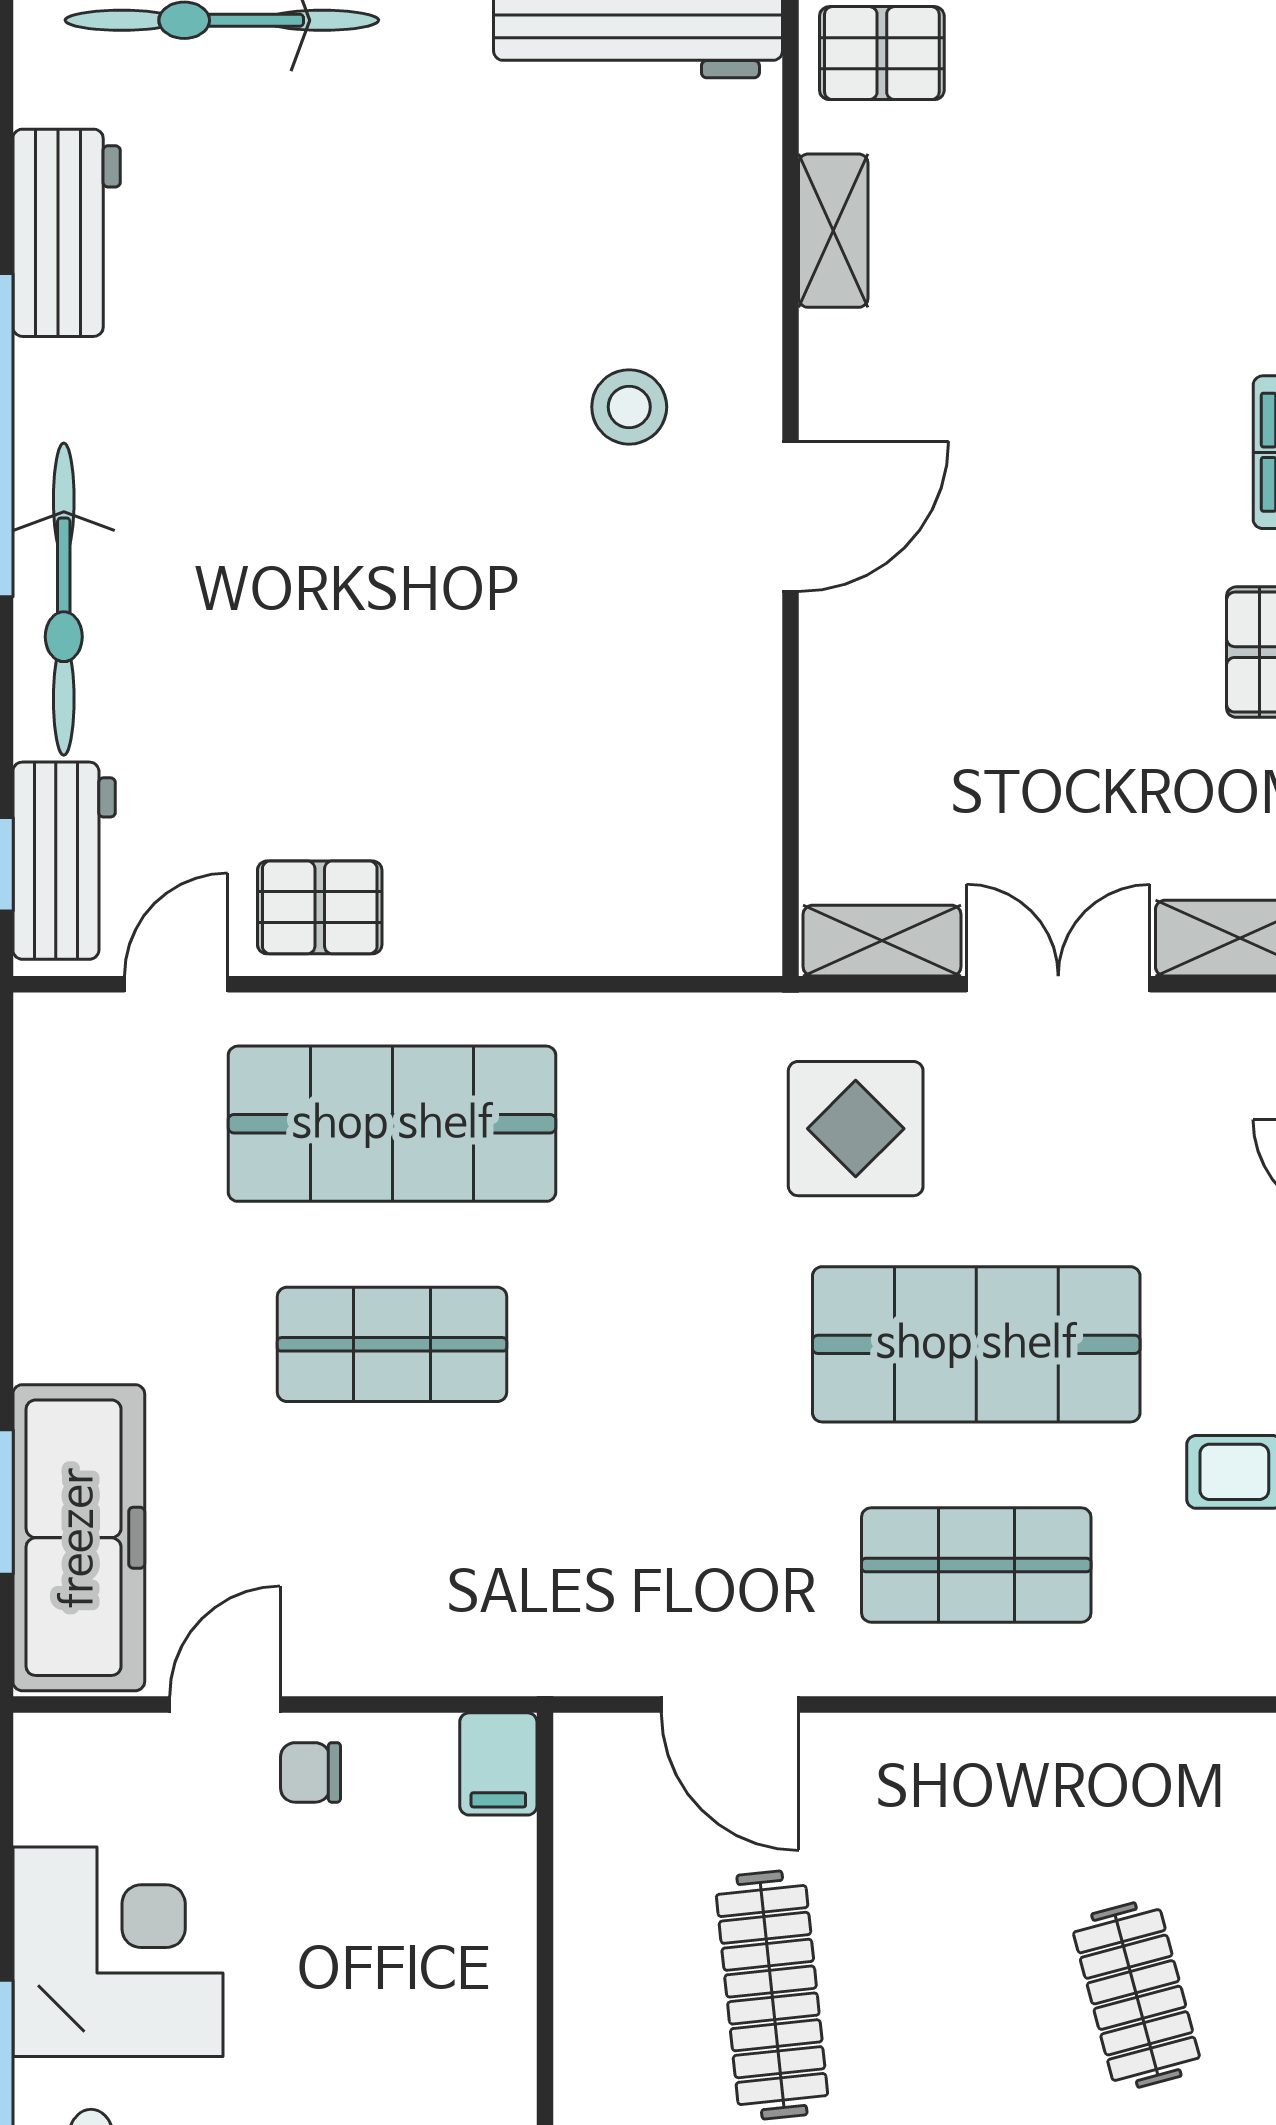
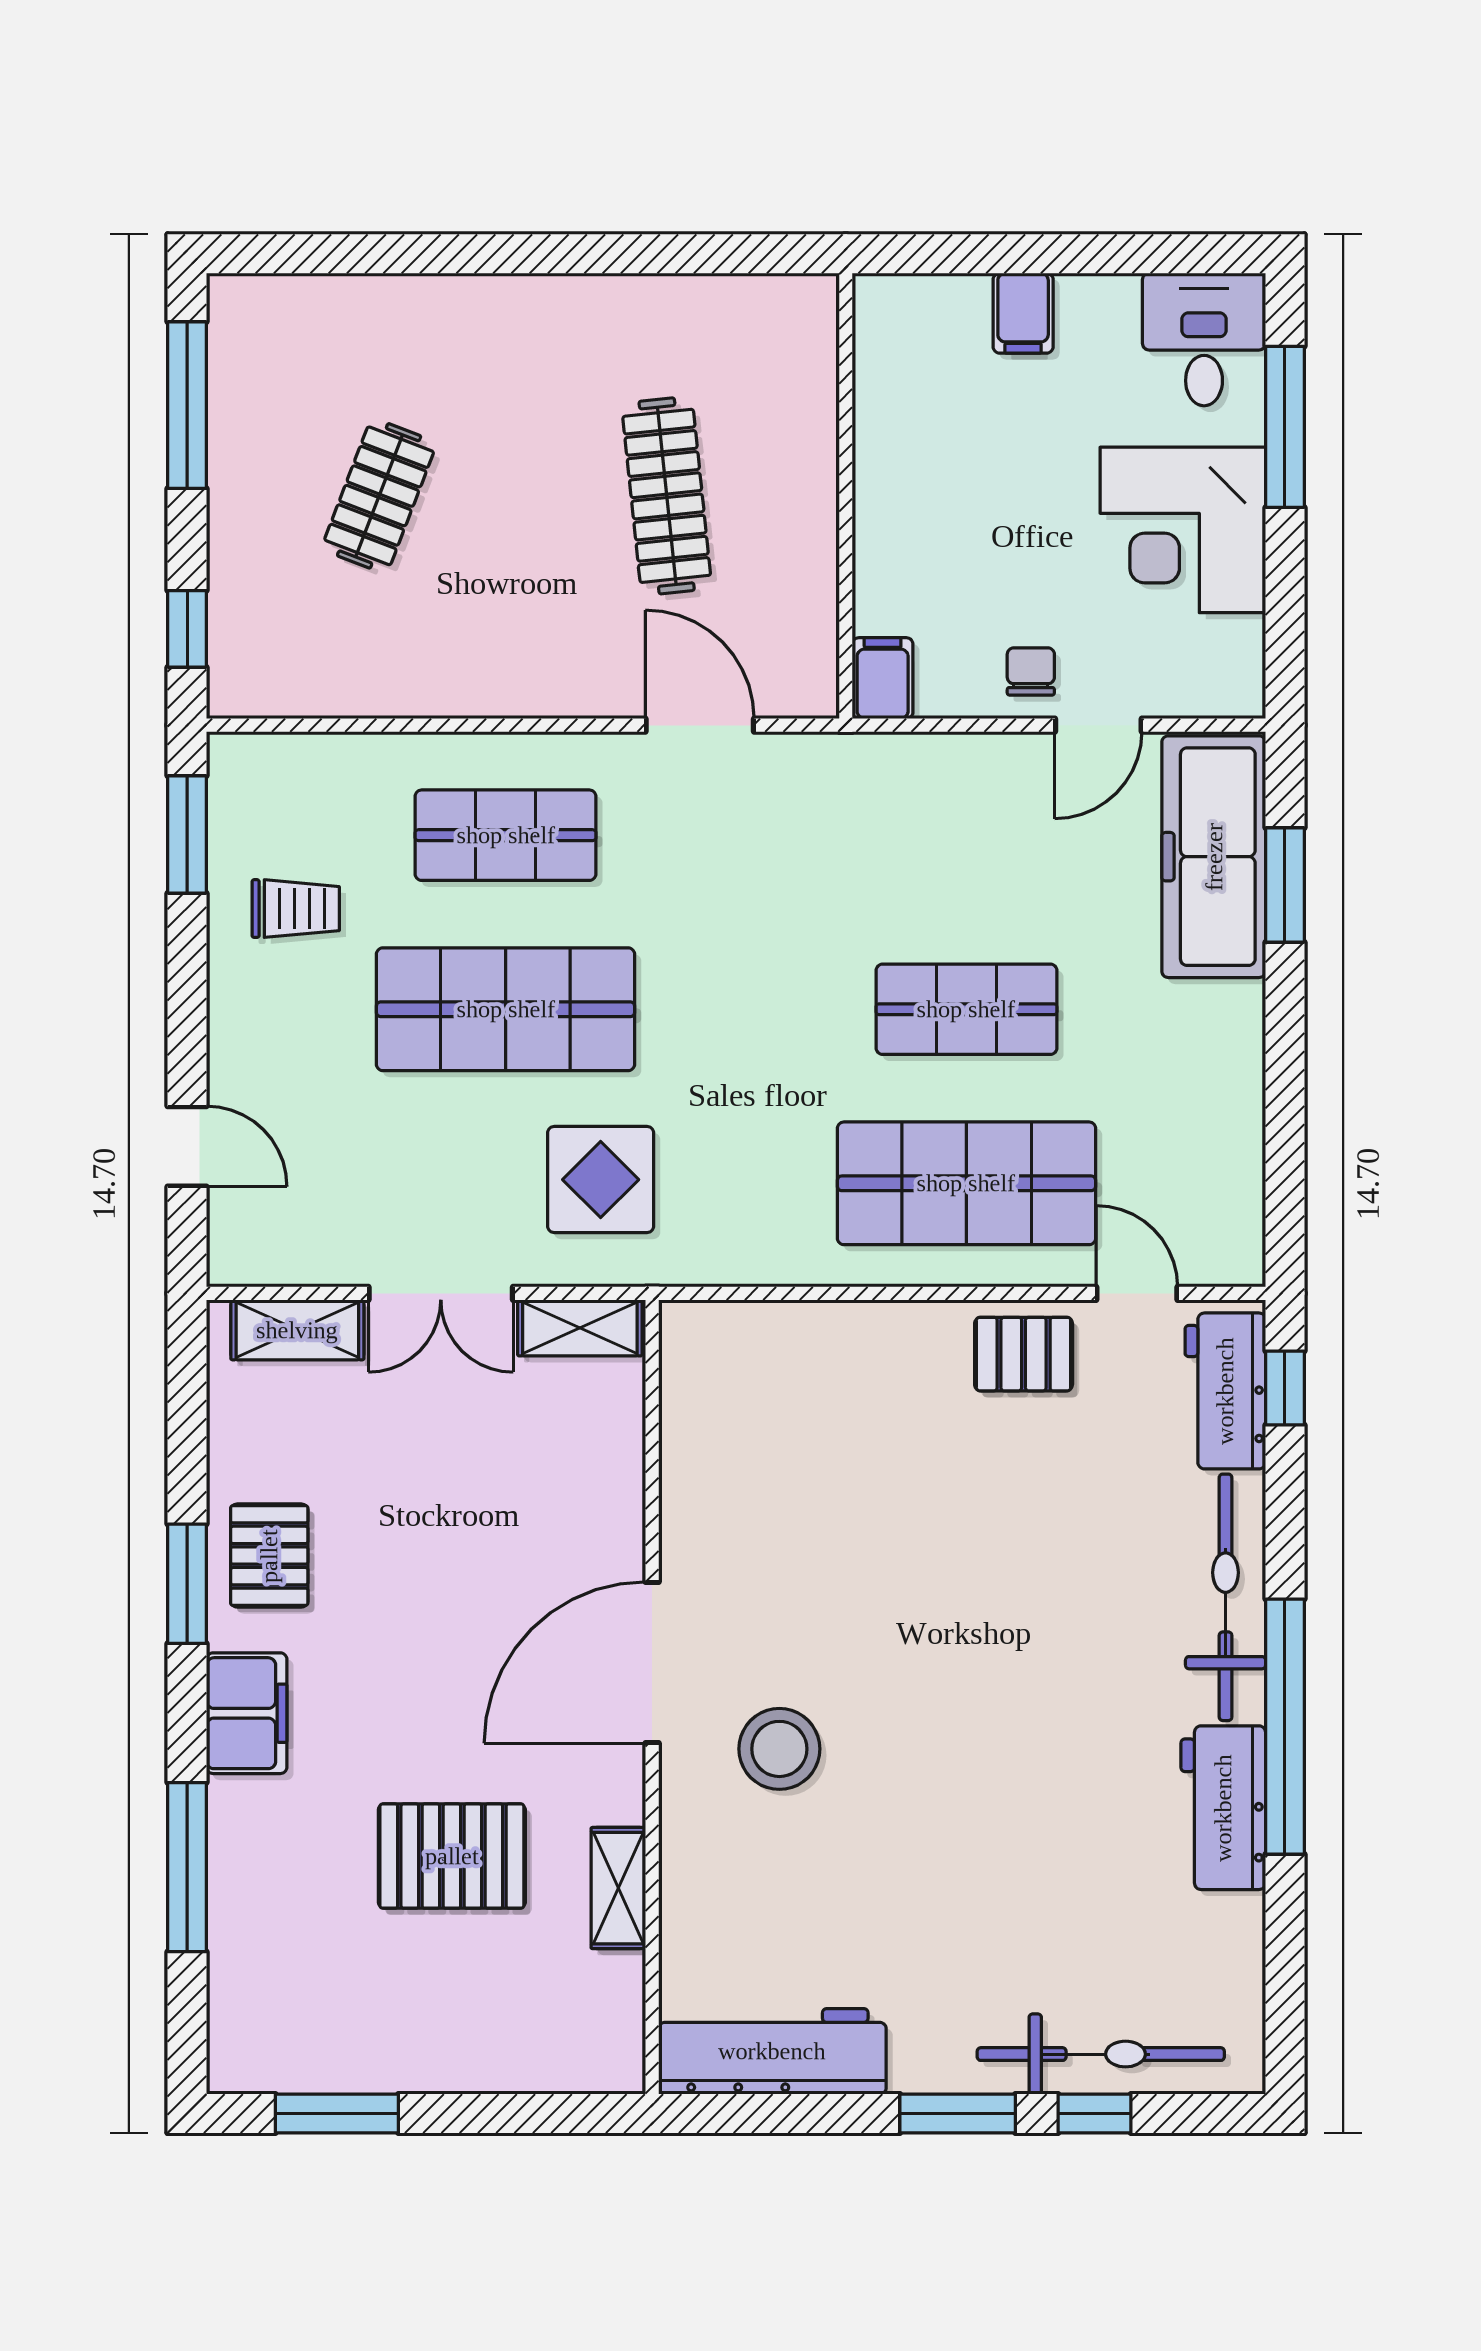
pallet: (882, 53) -> (452, 1856), moved, width x1.50, depth x1.42
workbench: (67, 233) -> (1223, 1808), moved
stool: (629, 407) -> (779, 1749), width x1.38, depth x1.38
door: (791, 516) -> (652, 1663), width x1.36
door: (176, 984) -> (1137, 1293), swing flipped
chair: (310, 1772) -> (1031, 671), turned -90
clothes rail: (1136, 1995) -> (379, 496), turned 36

